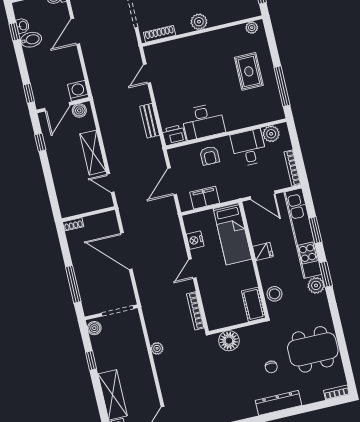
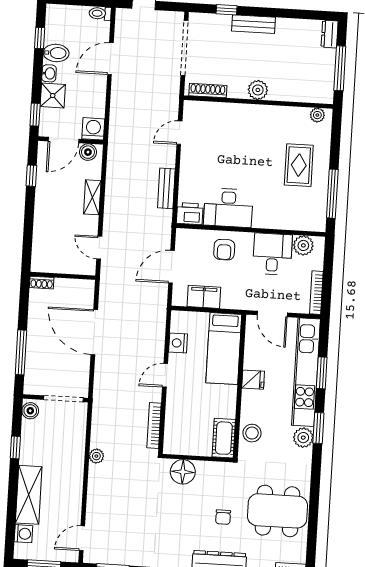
washbasin: (23, 26) -> (49, 73), moved
shower: (38, 74) -> (53, 96), added
shelving: (93, 153) -> (92, 197), width x0.67, depth x0.75

